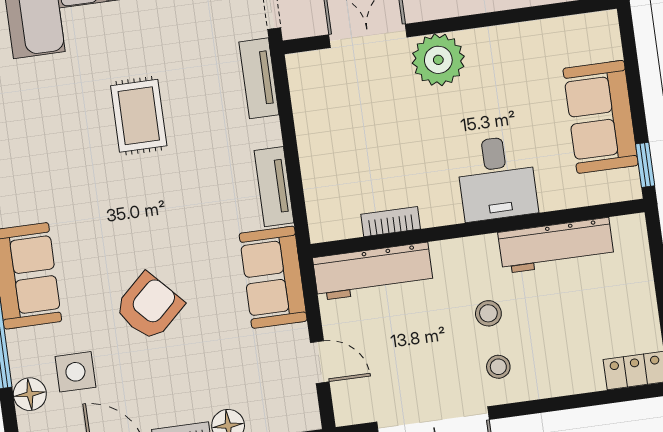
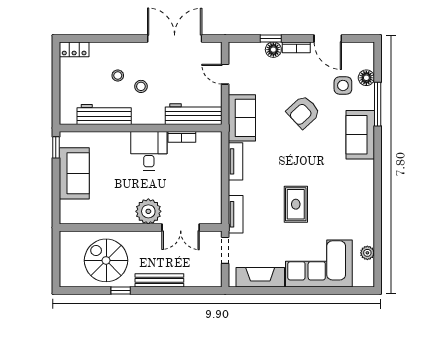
desk: (497, 178) -> (149, 151), moved
stool: (498, 367) -> (118, 76), moved

